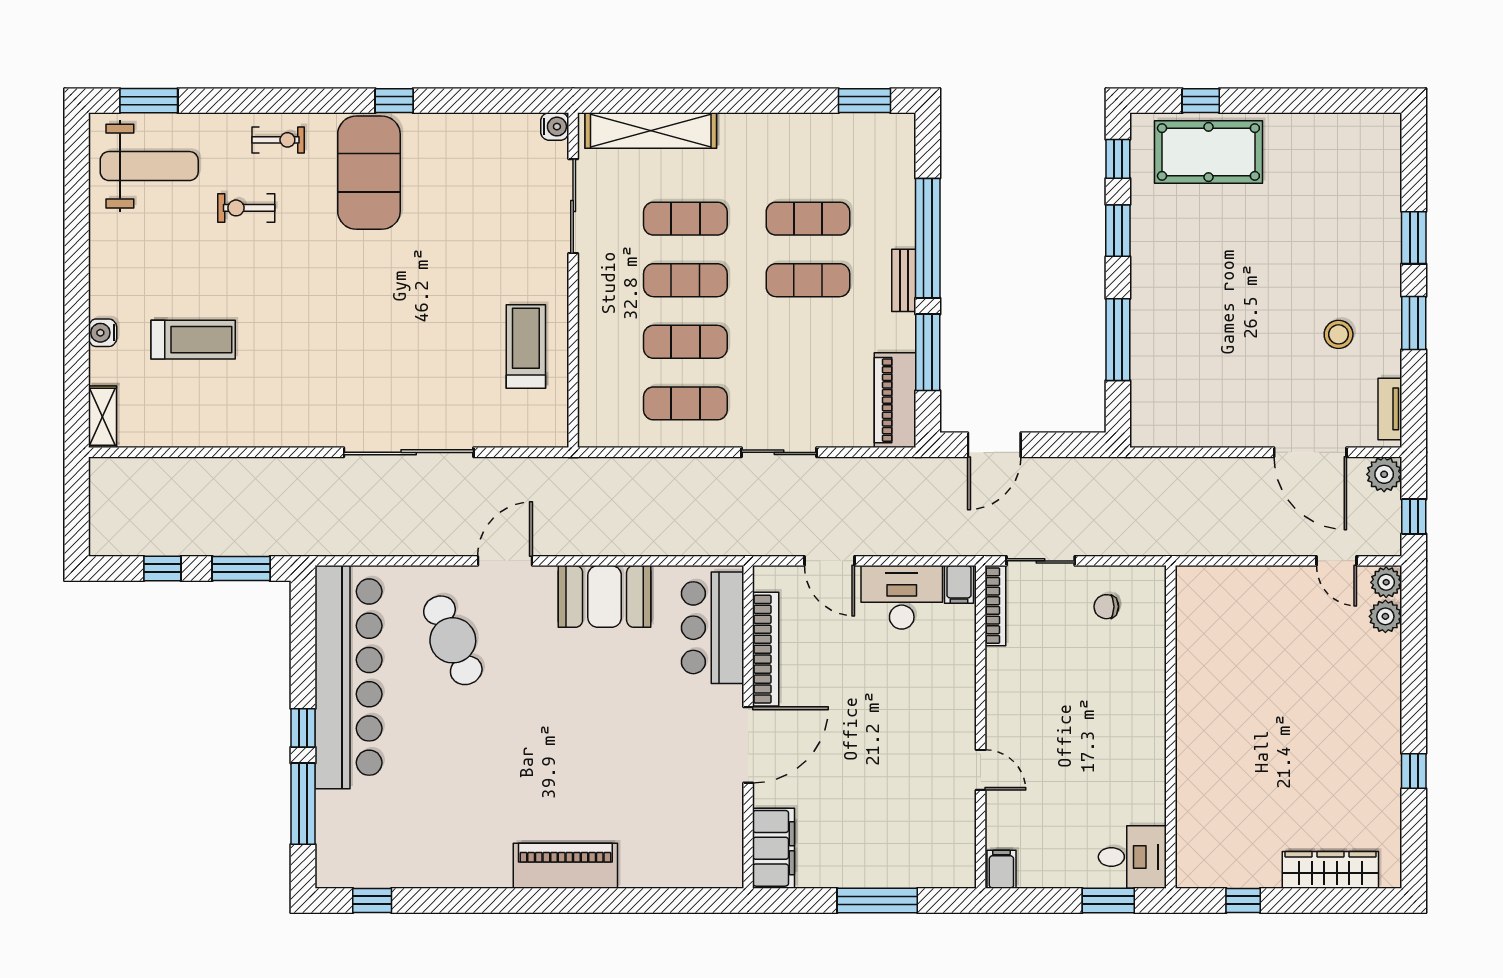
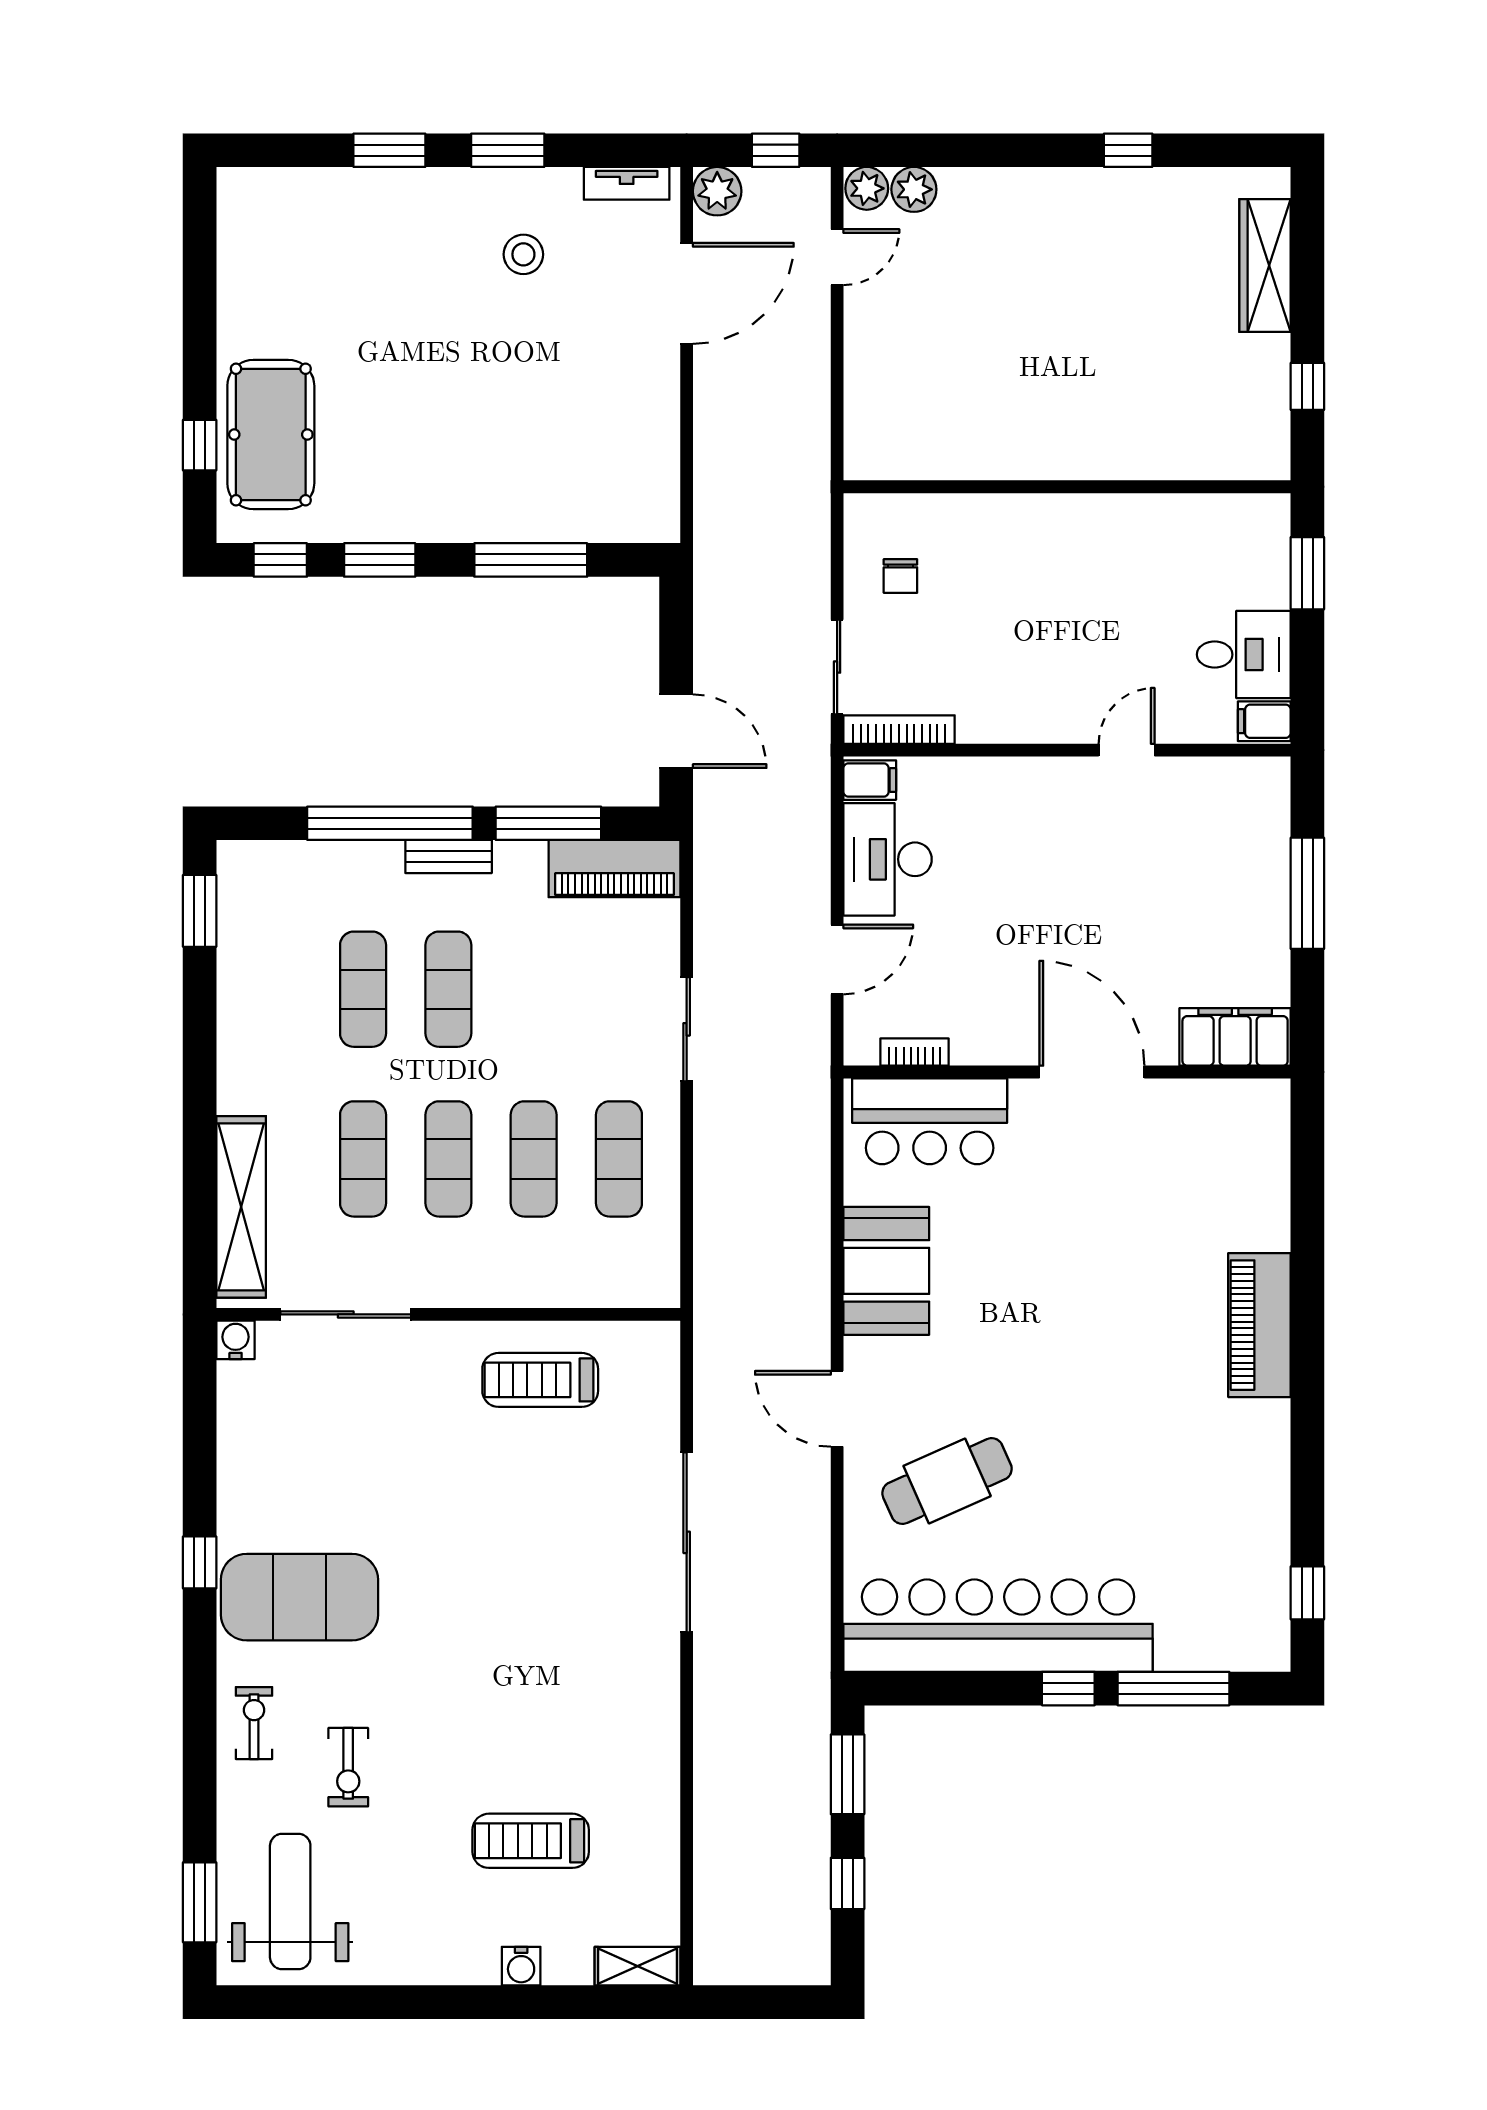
treadmill: (193, 340) -> (531, 1841), turned -90
bookcase: (766, 649) -> (915, 1052), width x0.43, depth x0.76
desk: (1132, 857) -> (1244, 655), moved, turned 90

